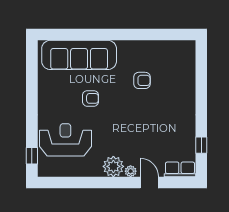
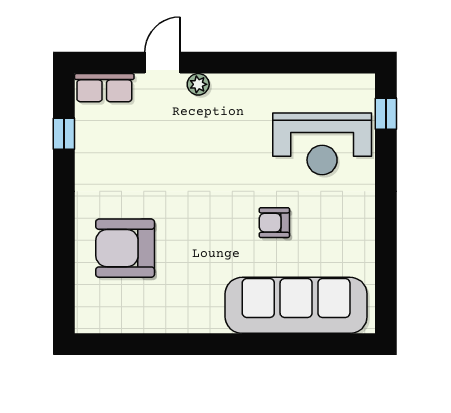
armchair: (142, 80) -> (125, 248), moved, width x1.88, depth x1.88
plant: (113, 166) -> (231, 93), removed
door: (149, 183) -> (163, 63), swing flipped

